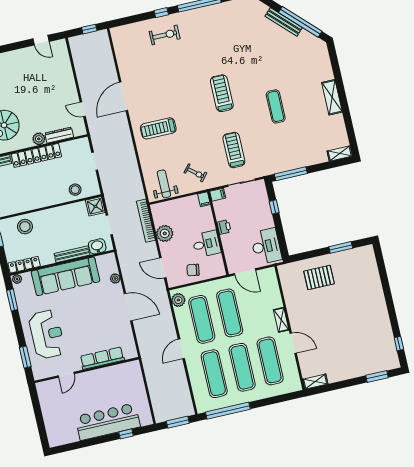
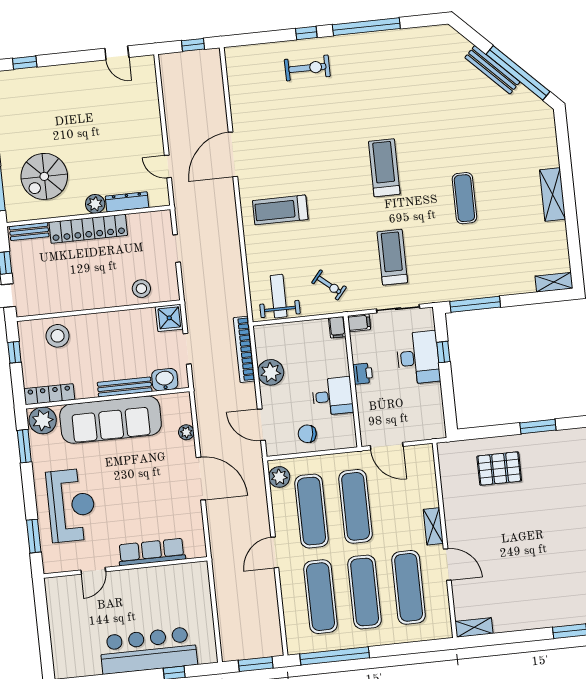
desk: (266, 246) -> (418, 358), moved
plant: (17, 279) -> (43, 420), width x1.88, depth x1.88

